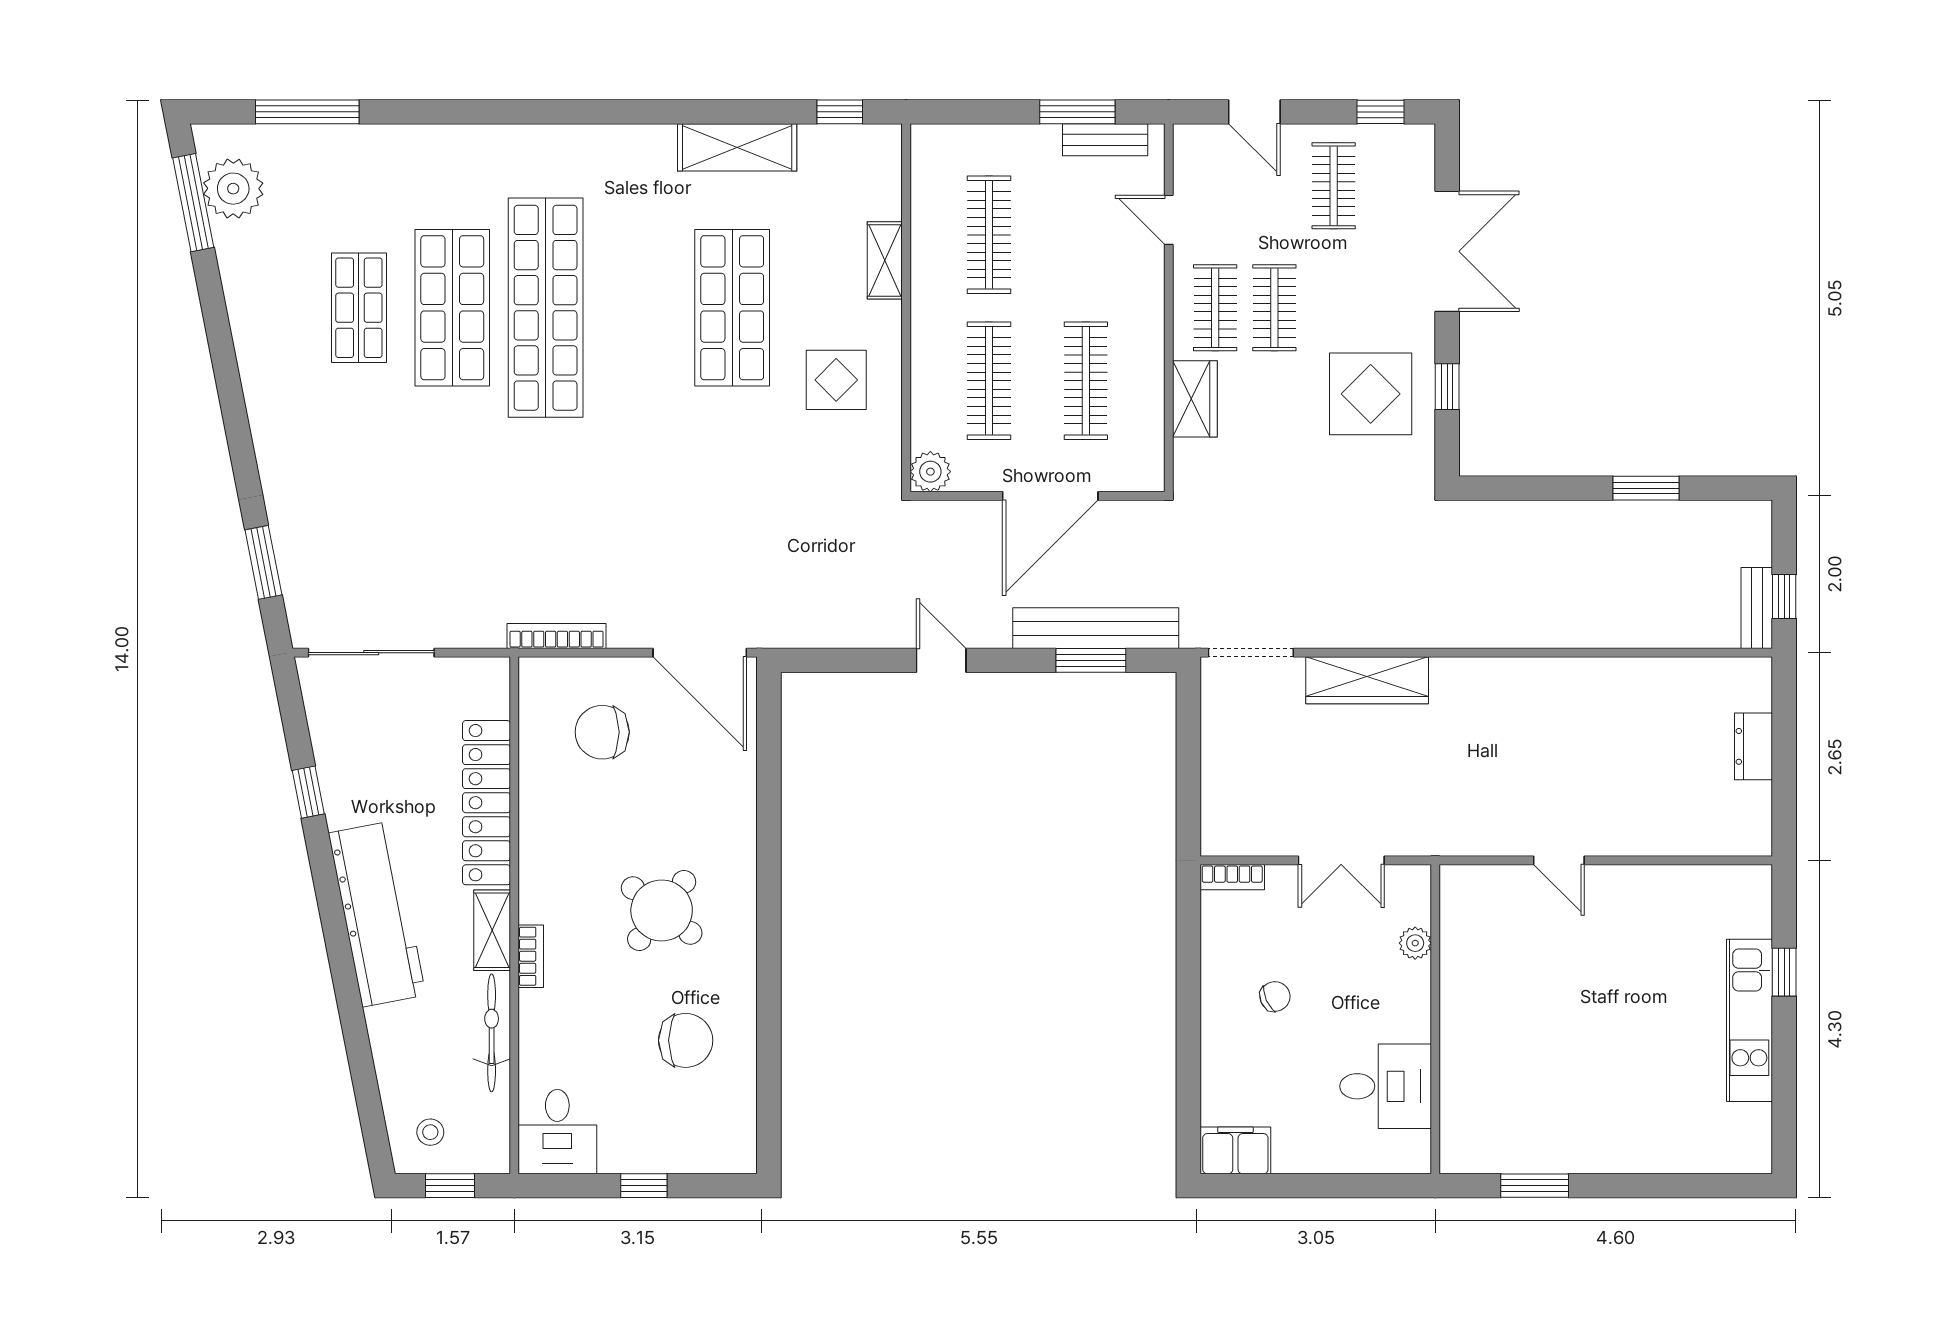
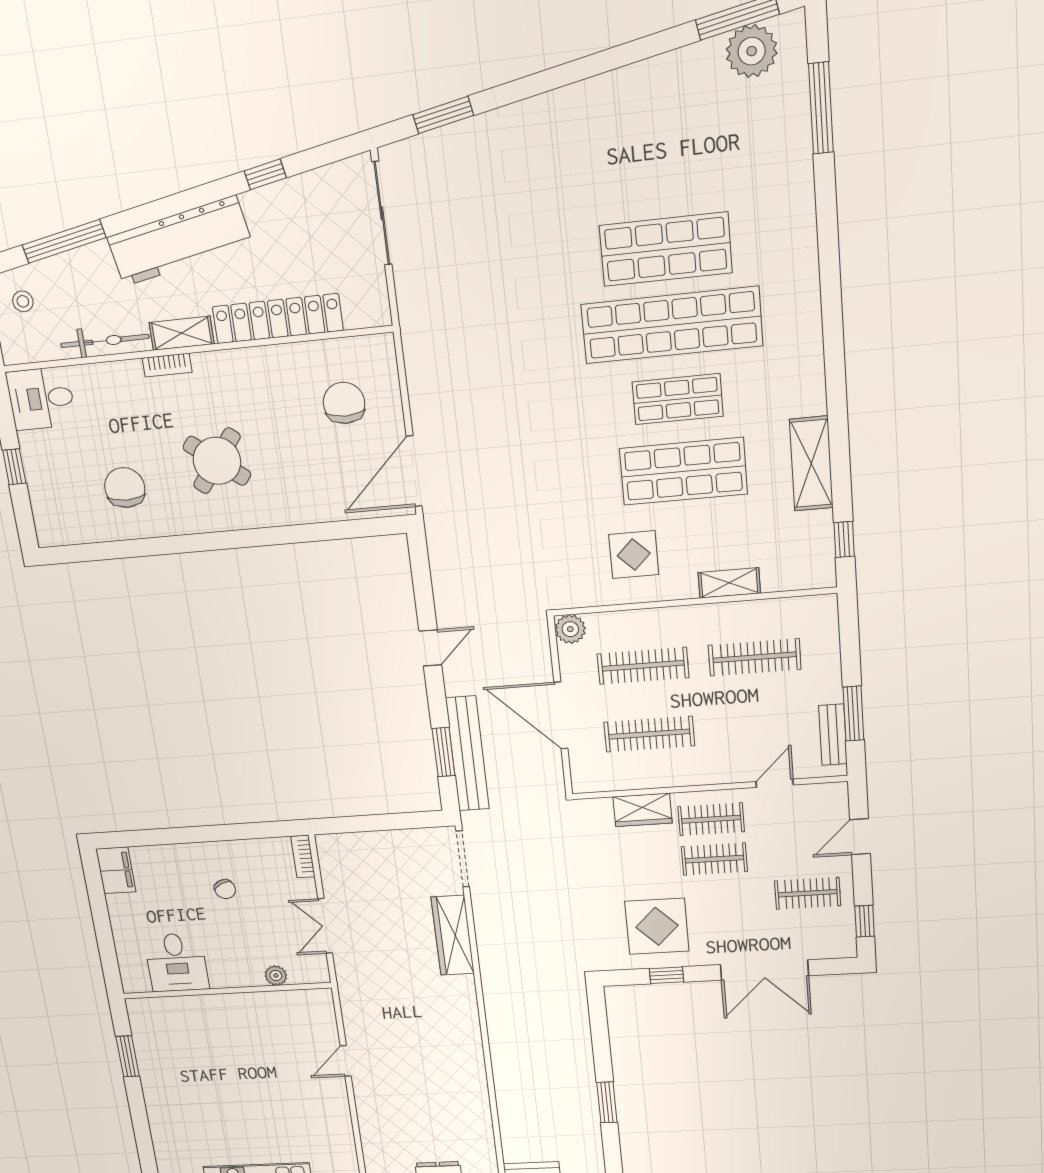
shop shelf: (359, 308) -> (678, 399), moved
bookcase: (557, 636) -> (413, 360), removed
chair: (686, 1040) -> (125, 487), turned 180
window: (361, 1064) -> (64, 241), added

